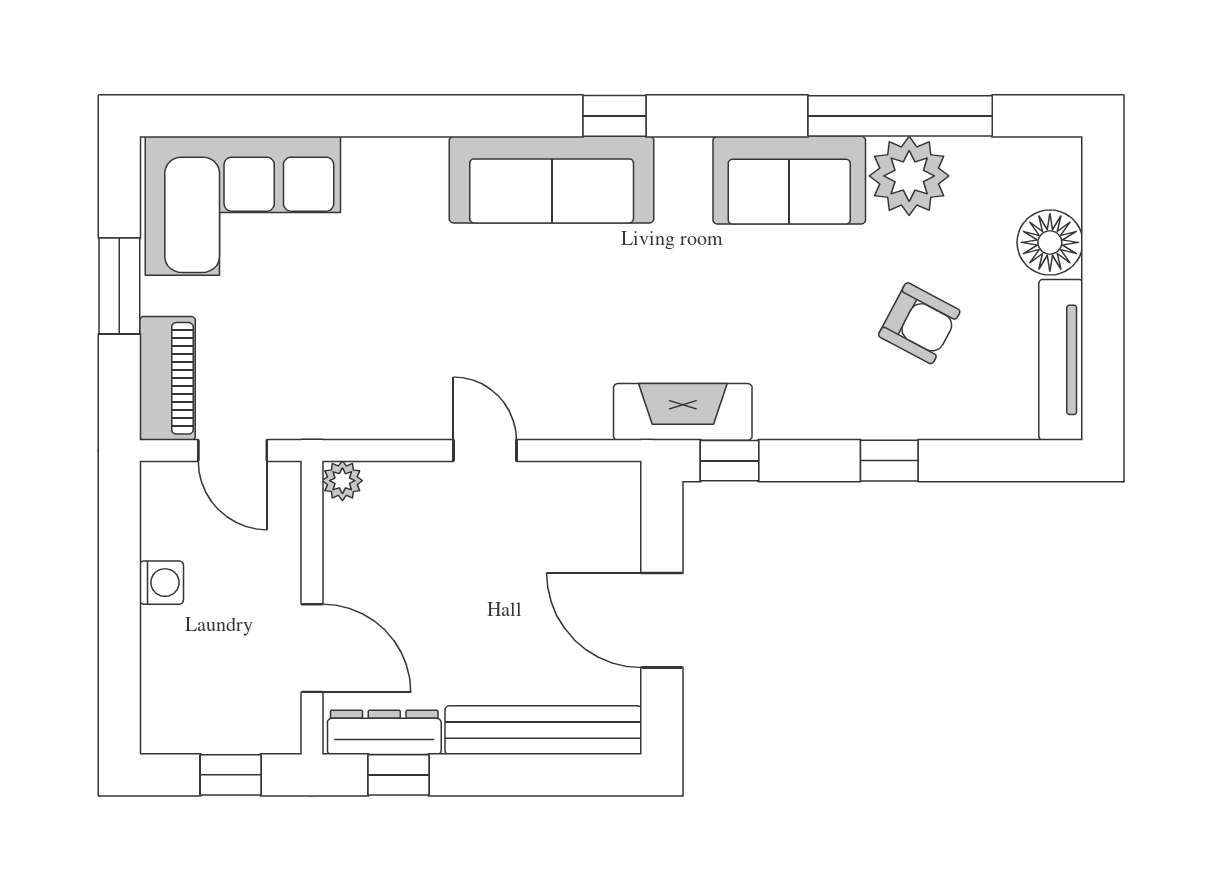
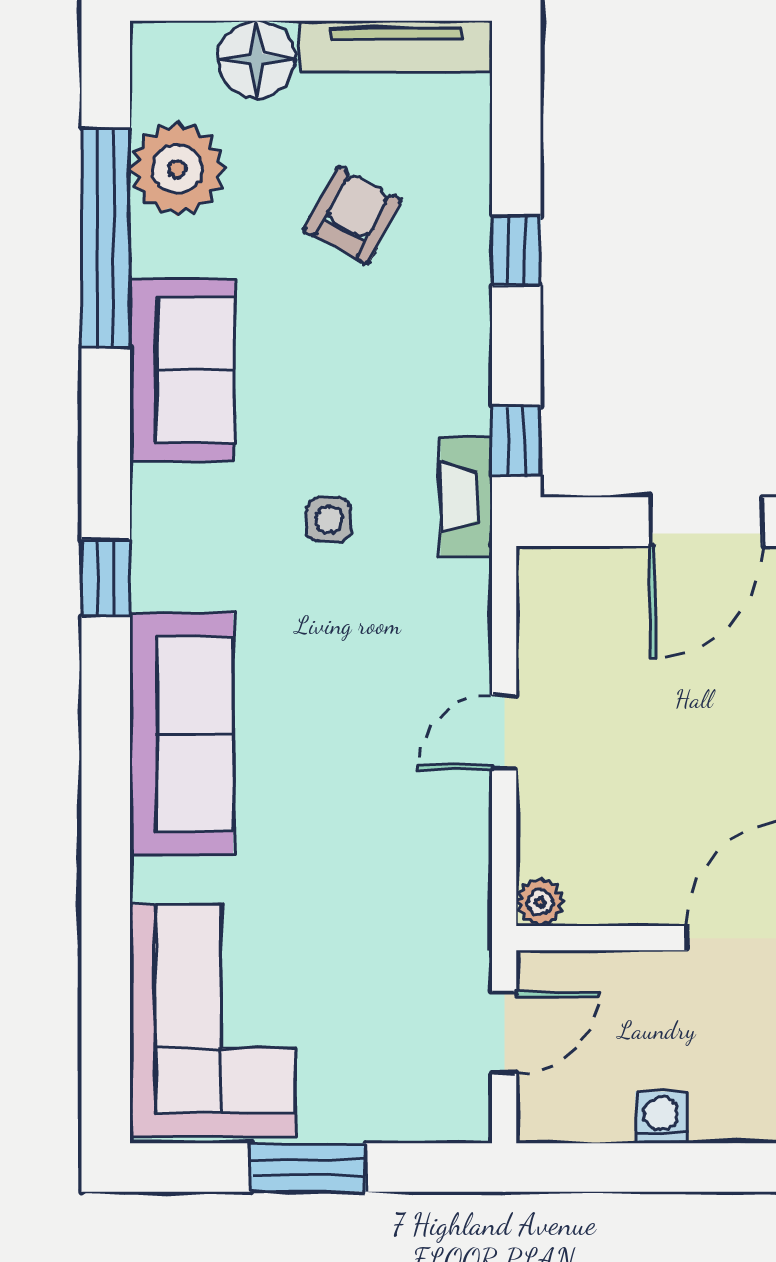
plant: (909, 176) -> (177, 169), moved
sofa: (552, 180) -> (182, 734), moved
side table: (664, 303) -> (329, 519), added
piano: (167, 378) -> (418, 1110), removed
fireplace: (683, 412) -> (466, 497), width x0.73, depth x0.76

